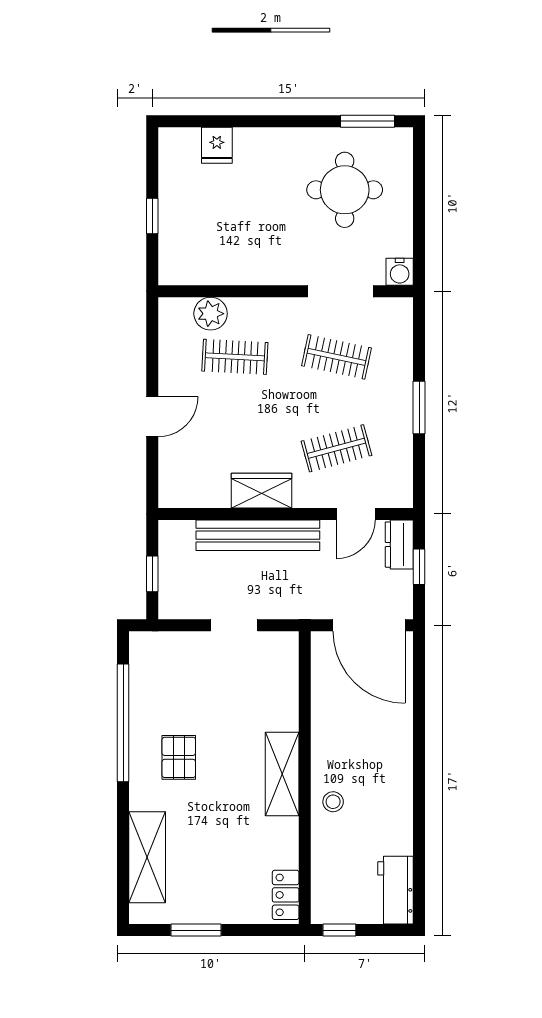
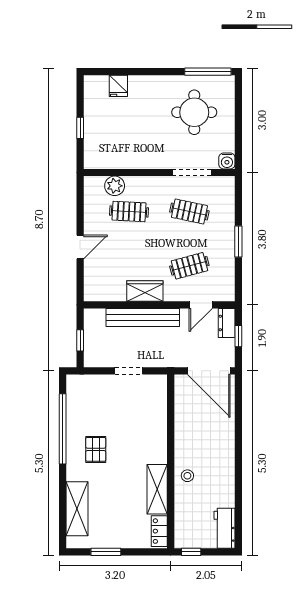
window: (367, 121) -> (208, 72), width x1.44
shelving: (282, 774) -> (157, 489), moved

